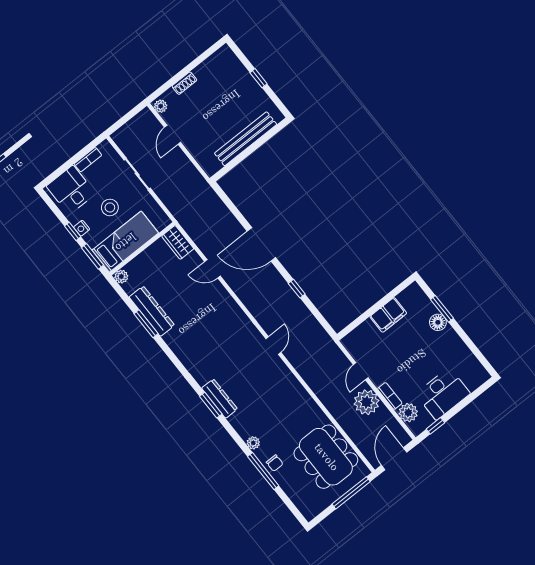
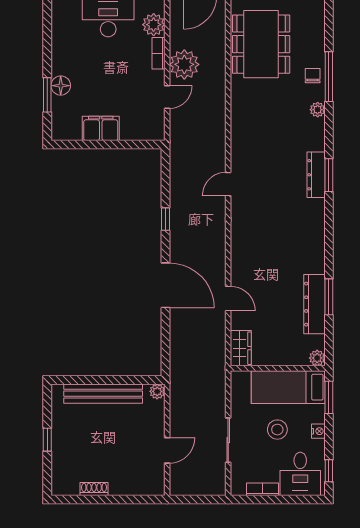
shoe rack: (184, 83) -> (94, 489), moved
plant: (161, 106) -> (157, 391), moved
window: (73, 231) -> (329, 471), moved

